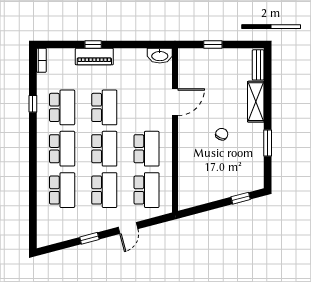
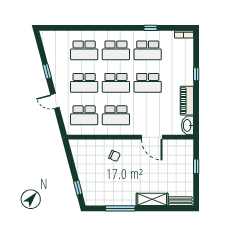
piano: (94, 57) -> (187, 101), moved
chair: (222, 134) -> (114, 156), moved
window: (268, 143) -> (120, 208), width x1.44

